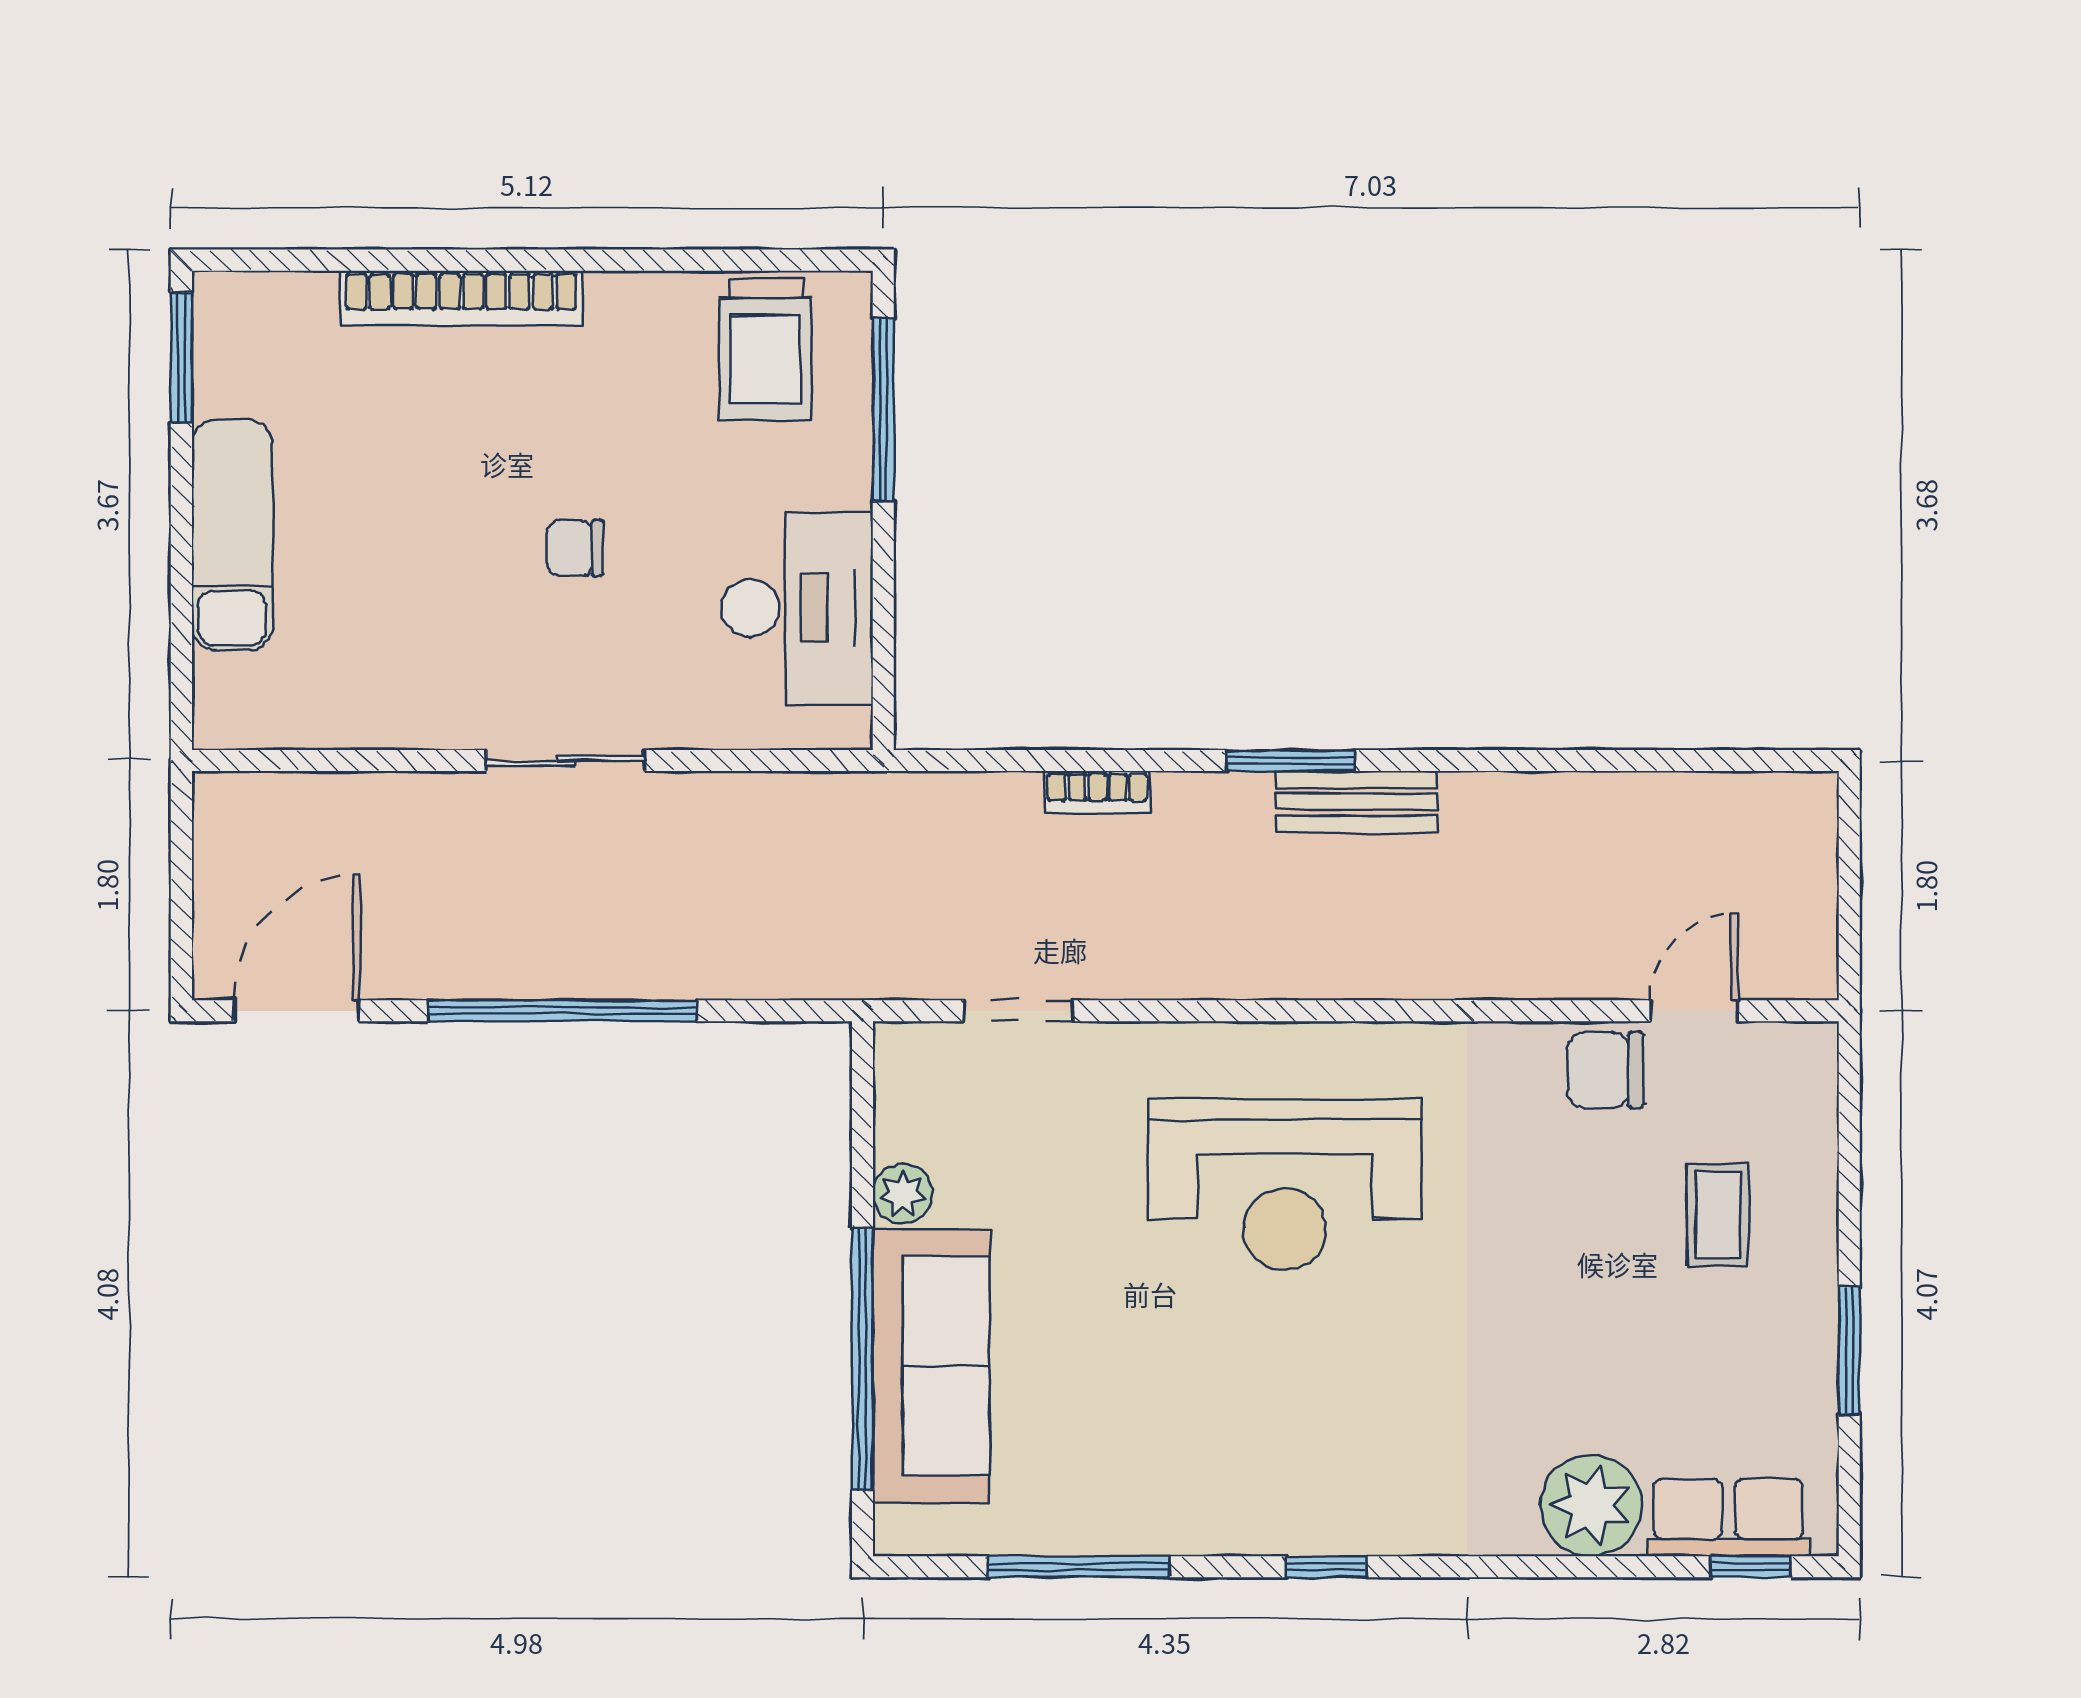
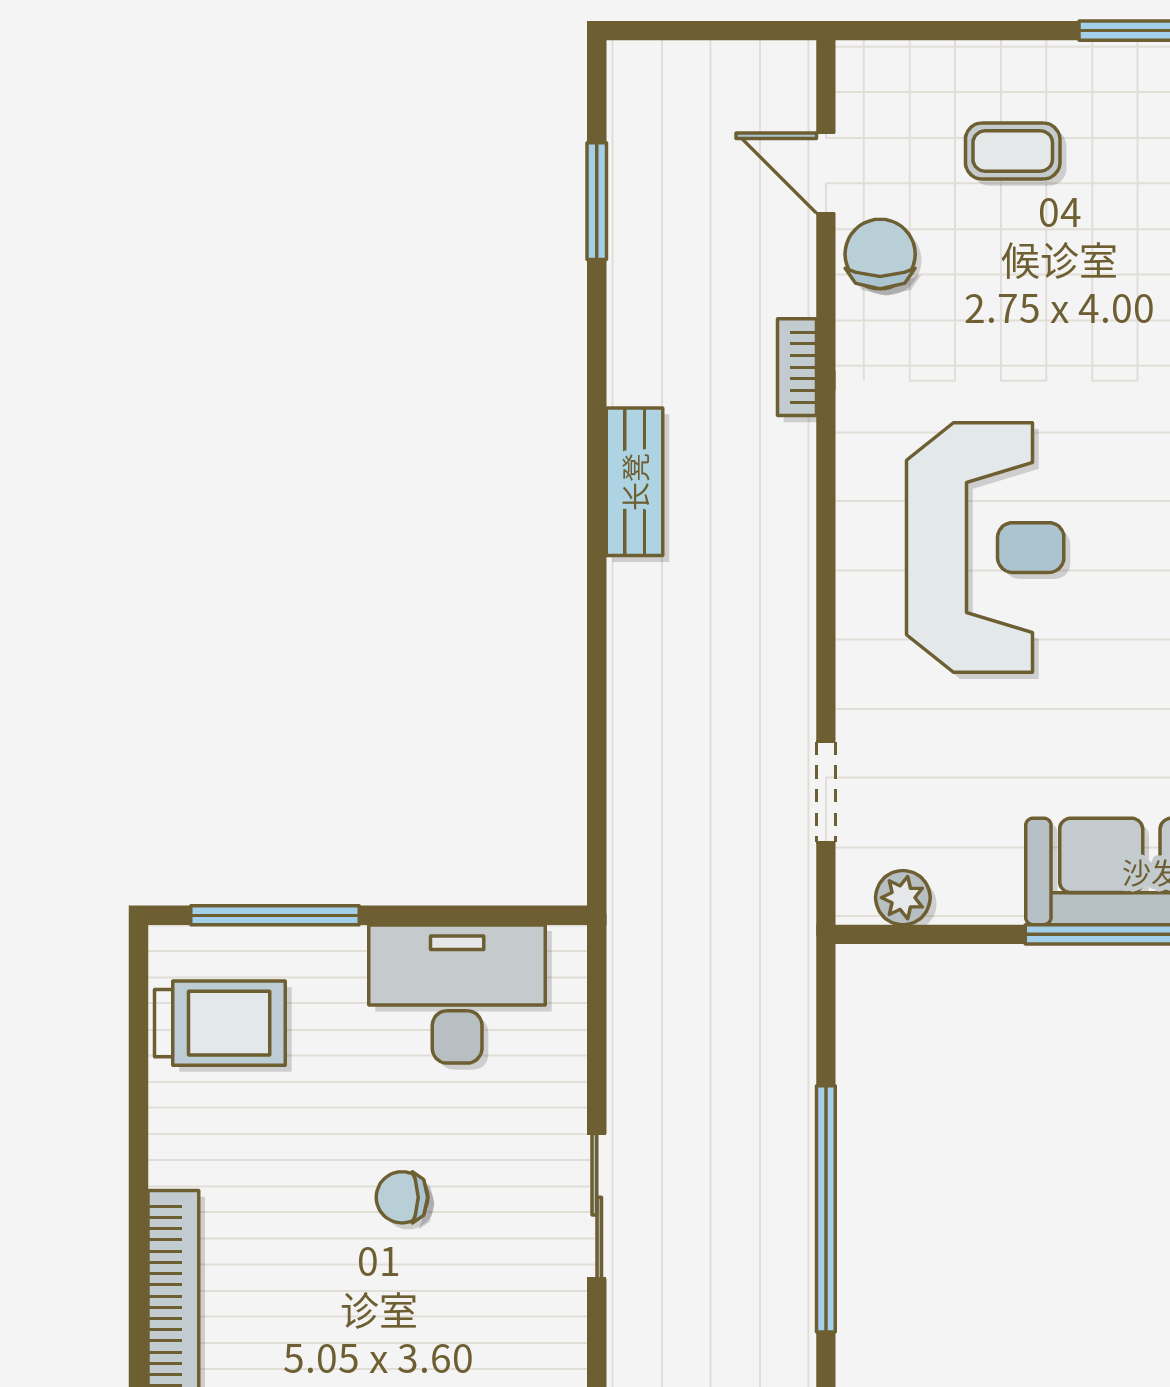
chair: (575, 548) -> (402, 1197), turned 90
window: (1291, 761) -> (597, 201), moved
bookcase: (1097, 792) -> (797, 367), moved, turned 180
chair: (1605, 1070) -> (880, 254), turned 180
plant: (903, 1194) -> (903, 898), moved

